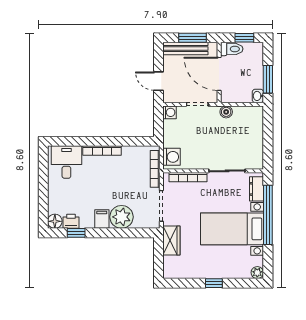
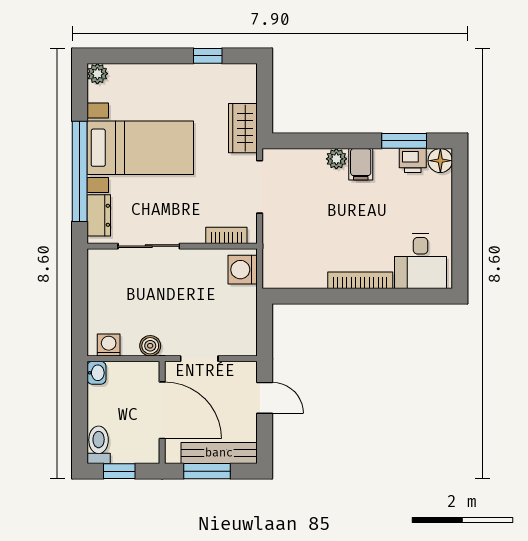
toilet: (232, 49) -> (99, 445), moved, turned 90
window: (268, 79) -> (80, 401), removed
washing machine: (170, 112) -> (109, 345), moved, turned 90
bookcase: (155, 169) -> (270, 249), removed
bookcase: (188, 177) -> (226, 235), width x0.64
plant: (122, 217) -> (336, 159), width x0.53, depth x0.53
window: (76, 233) -> (404, 141), width x1.50
window: (214, 283) -> (208, 56), moved

